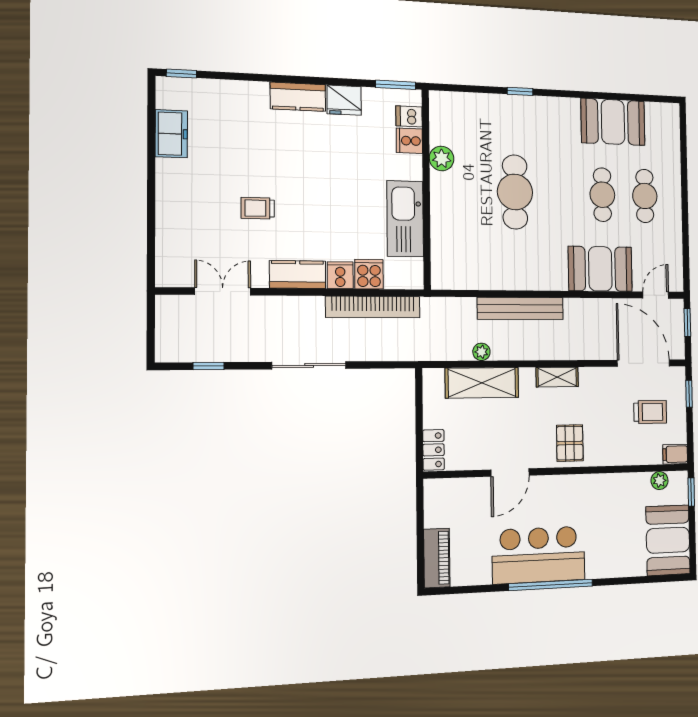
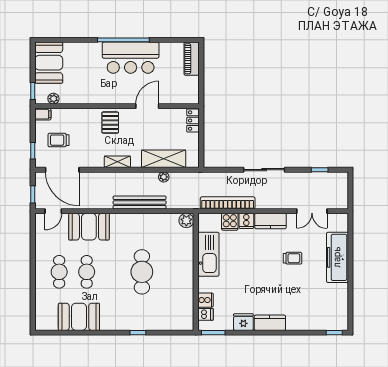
freezer: (171, 134) -> (337, 257), moved, width x1.91, depth x1.26
plant: (442, 158) -> (186, 221), moved

